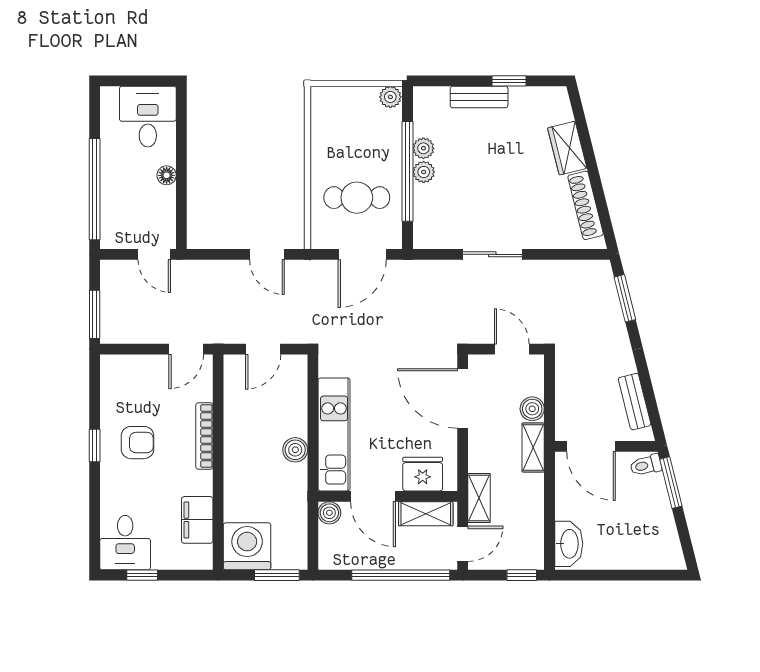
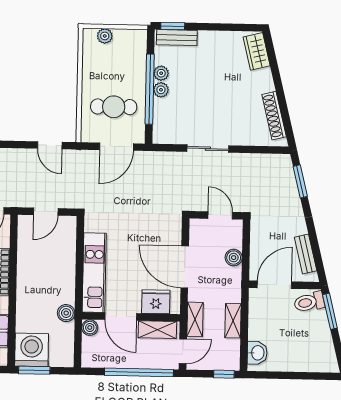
window: (509, 81) -> (173, 26), moved
plant: (390, 97) -> (105, 36), moved
bench: (479, 97) -> (177, 38), moved
wardrobe: (567, 148) -> (257, 51), moved
door: (463, 399) -> (185, 267), moved
door: (591, 446) -> (274, 285), swing flipped
shelving: (533, 448) -> (233, 321), moved
boiler: (295, 450) -> (66, 313), moved
toilet: (646, 465) -> (309, 302), width x1.37, depth x1.39
washbasin: (569, 544) -> (257, 353), width x0.72
window: (277, 575) -> (34, 370), moved

